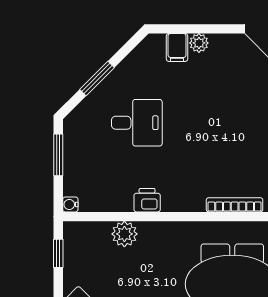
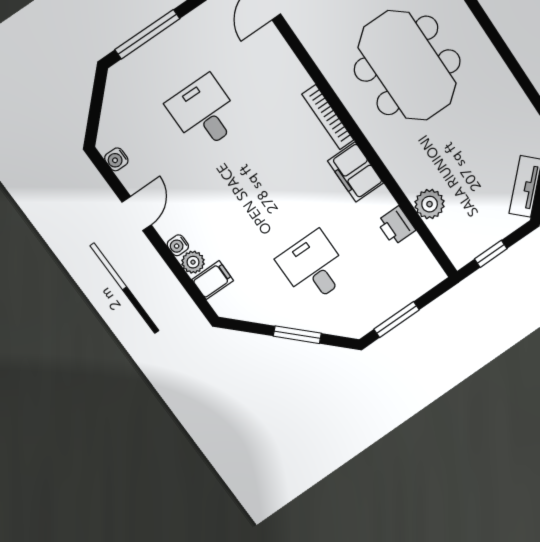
filing cabinet: (183, 198) -> (356, 172), added
printer: (147, 200) -> (396, 226), moved
water cooler: (70, 204) -> (178, 245), moved, turned 90

